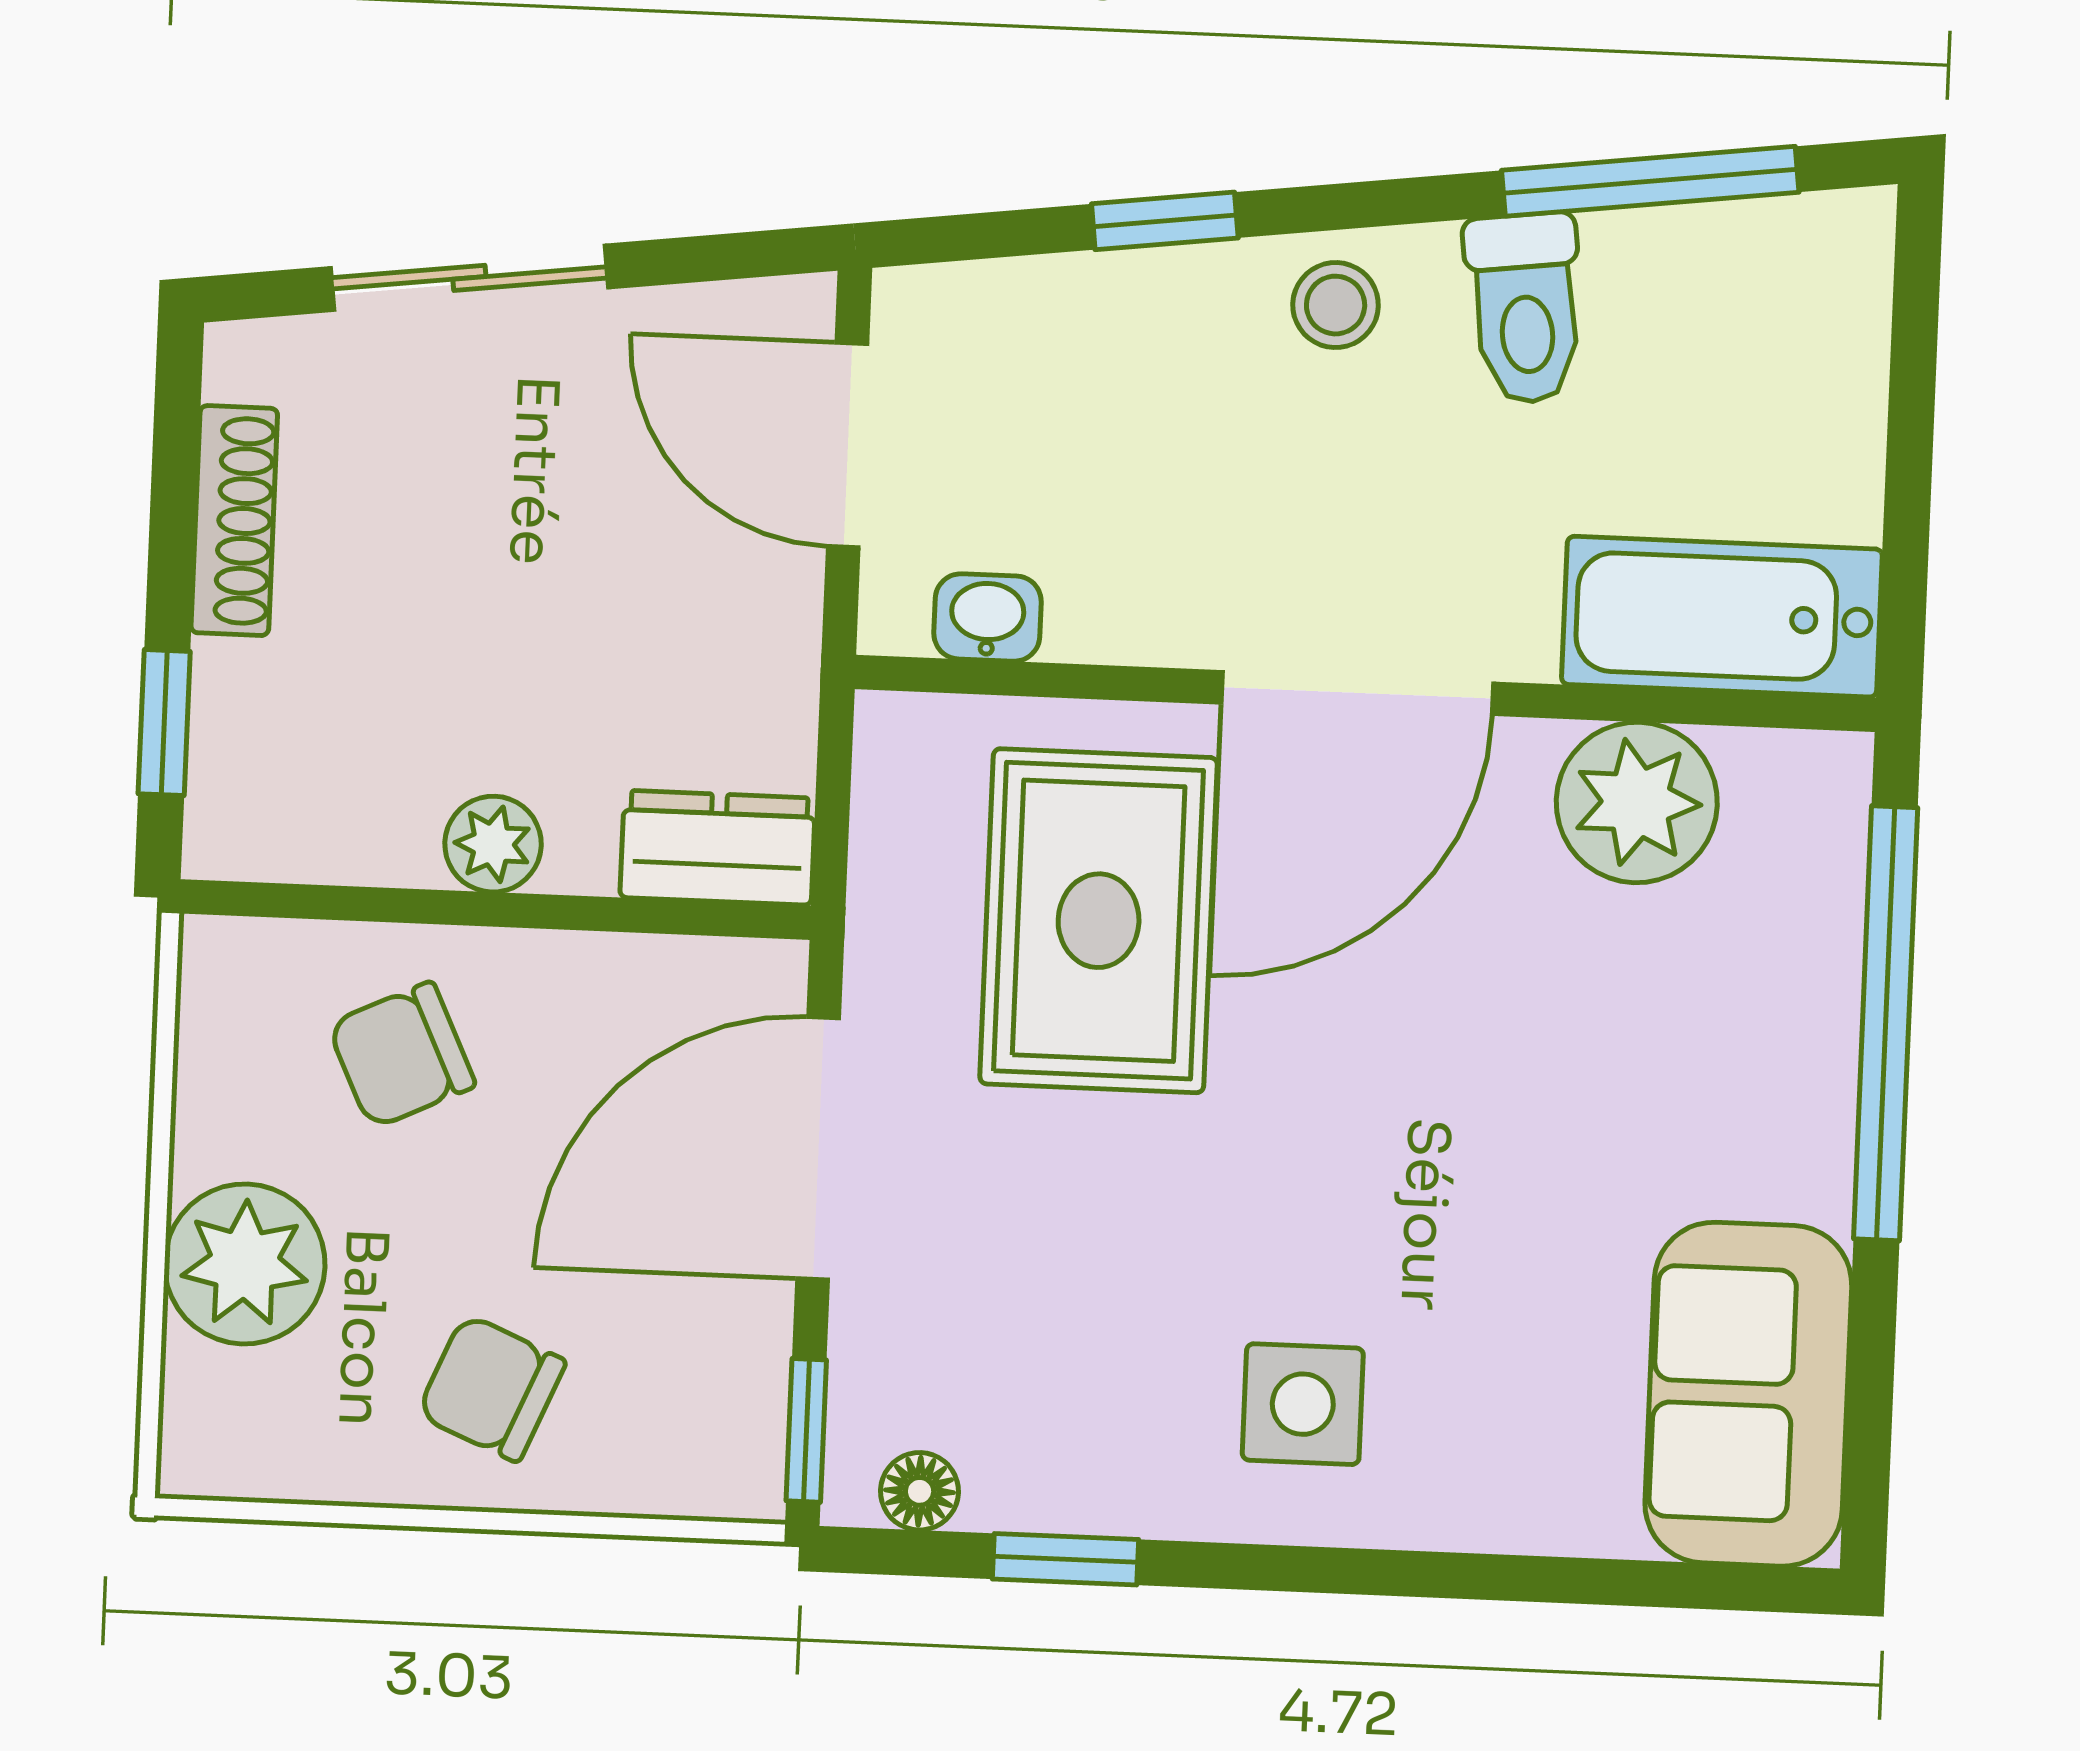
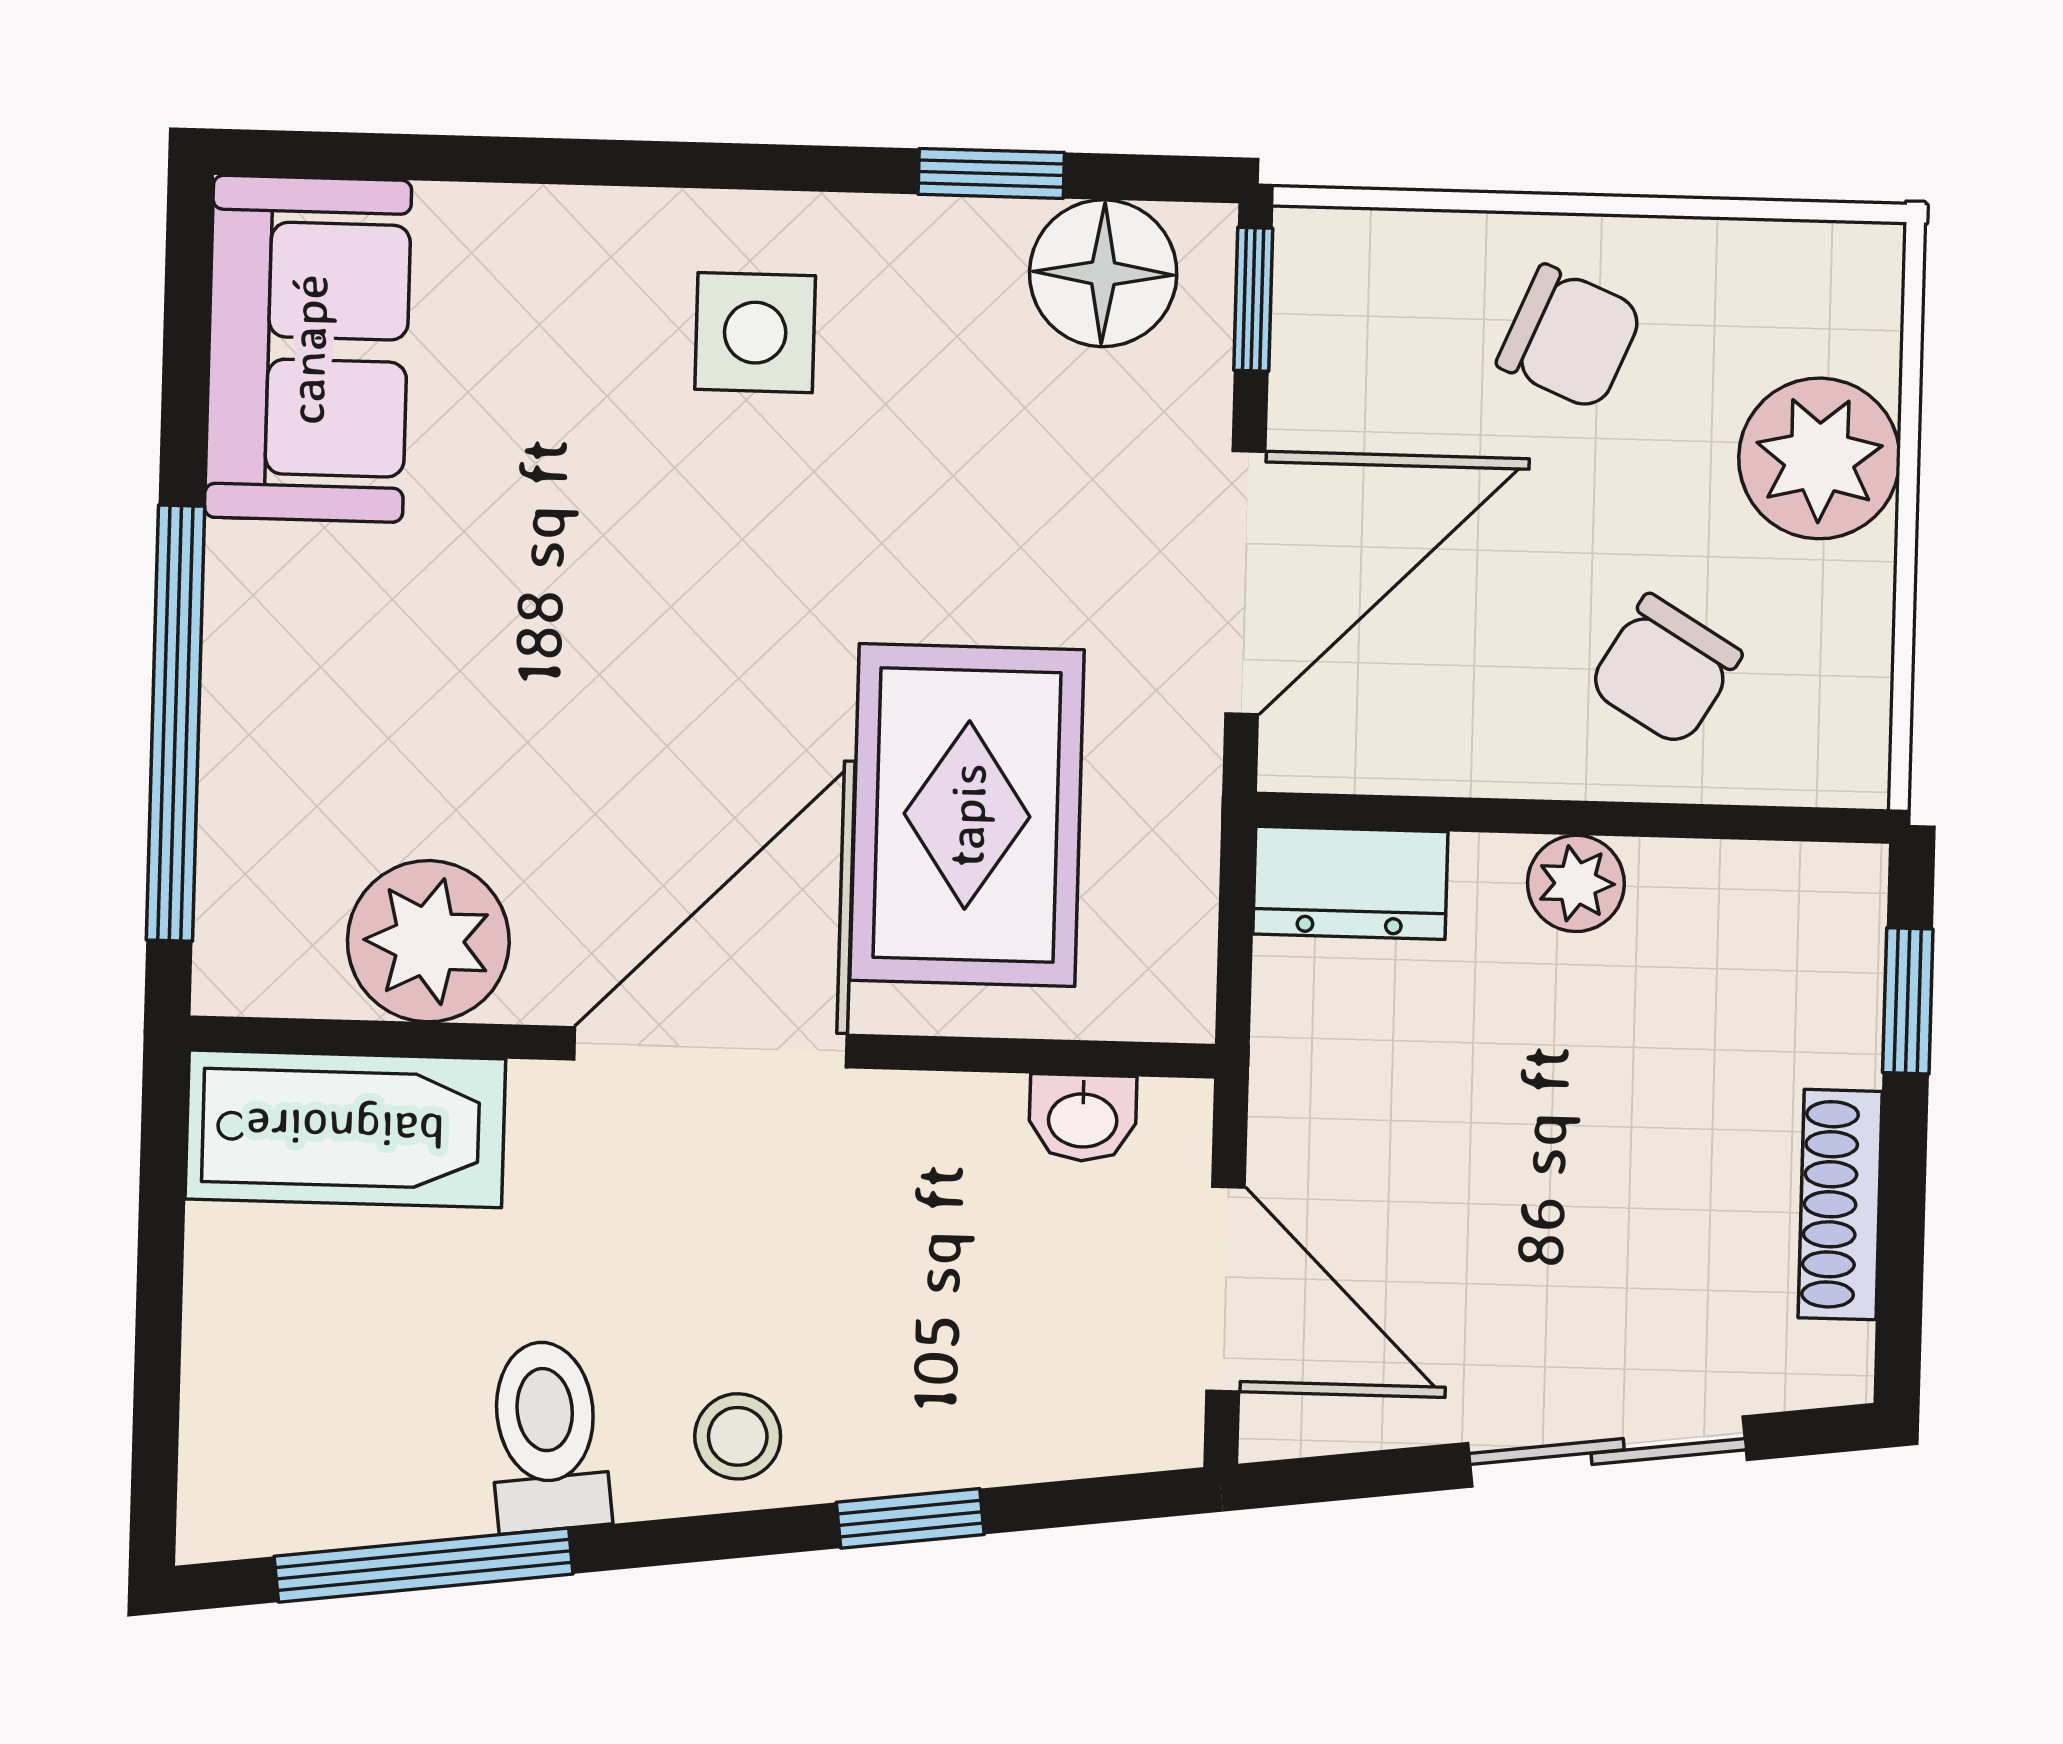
chair: (401, 1055) -> (1665, 670), turned 146
floor lamp: (920, 1491) -> (1103, 273), width x1.89, depth x1.89

